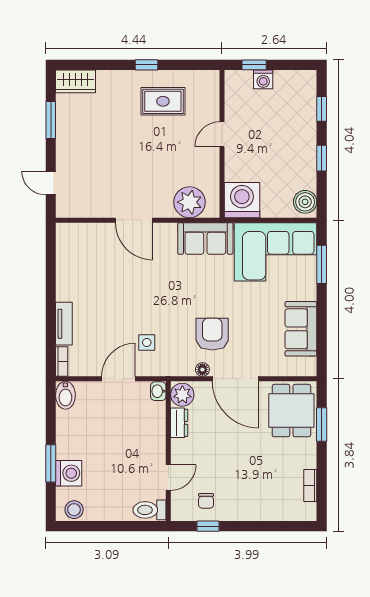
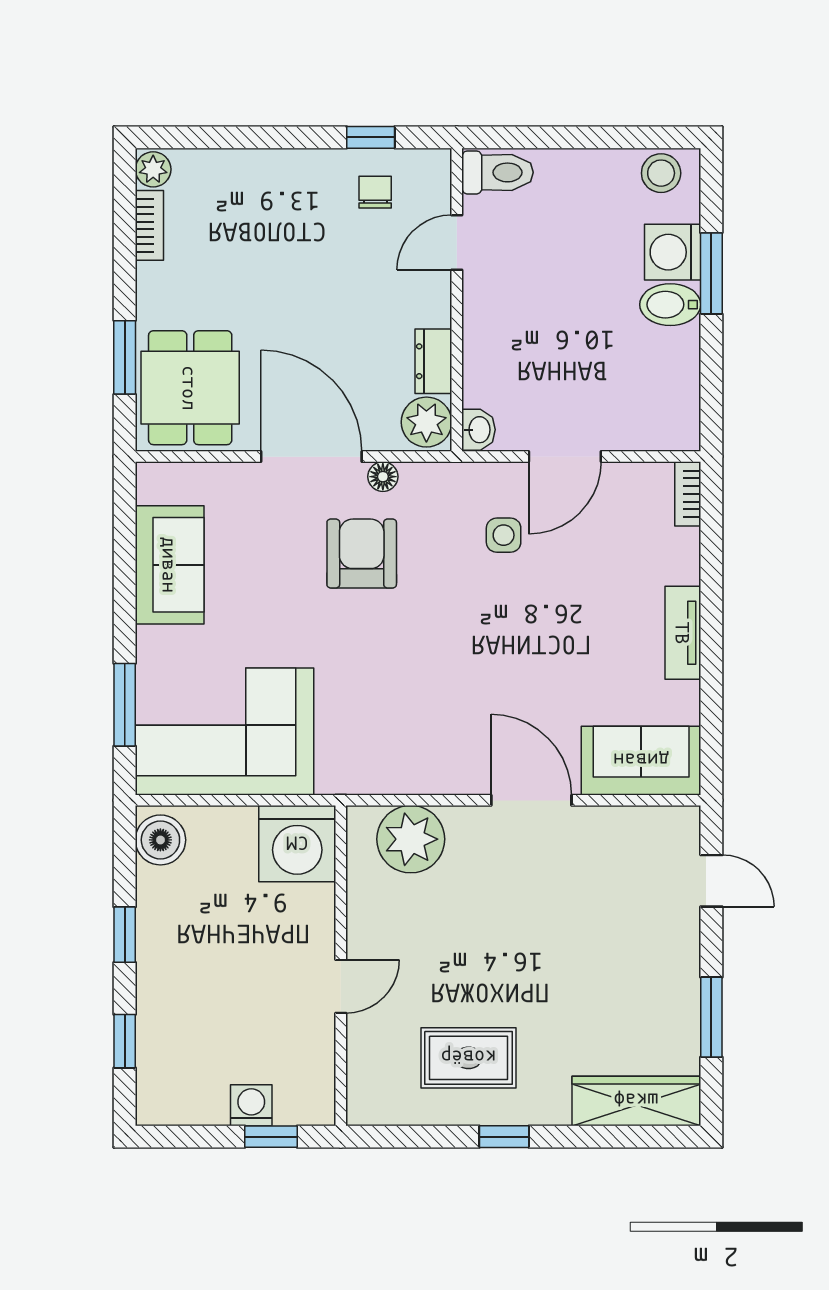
wardrobe: (75, 81) -> (636, 1101), width x1.50
sofa: (205, 238) -> (641, 761), moved
tv unit: (64, 324) -> (683, 633), moved
armchair: (212, 334) -> (362, 554), turned 180
bidet: (65, 395) -> (670, 305), moved, turned -90
plant: (308, 511) -> (153, 169), added

